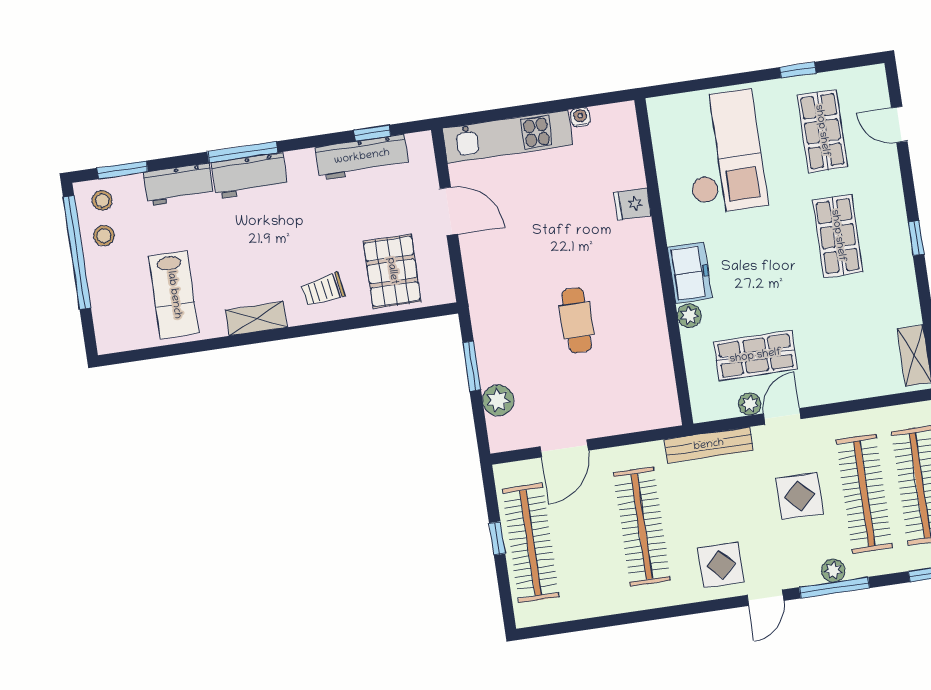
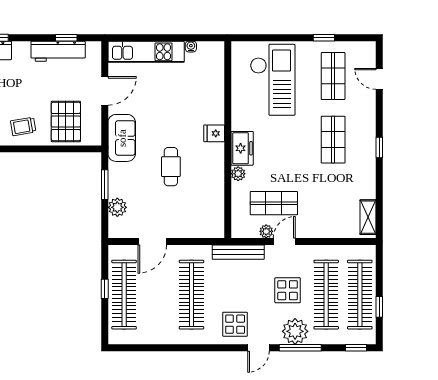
fridge: (632, 204) -> (214, 133), moved
door: (449, 211) -> (105, 91), hinge flipped
sofa: (488, 285) -> (122, 138), added
plant: (833, 570) -> (295, 331), width x1.87, depth x1.87

